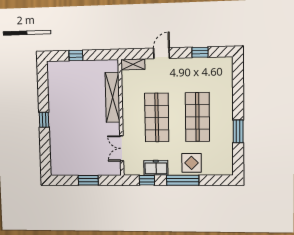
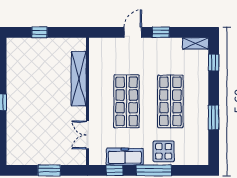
window: (200, 52) -> (161, 32), moved
shelving: (133, 64) -> (195, 43), moved
window: (238, 80) -> (214, 63), added
freezer: (156, 168) -> (125, 157), width x1.40

